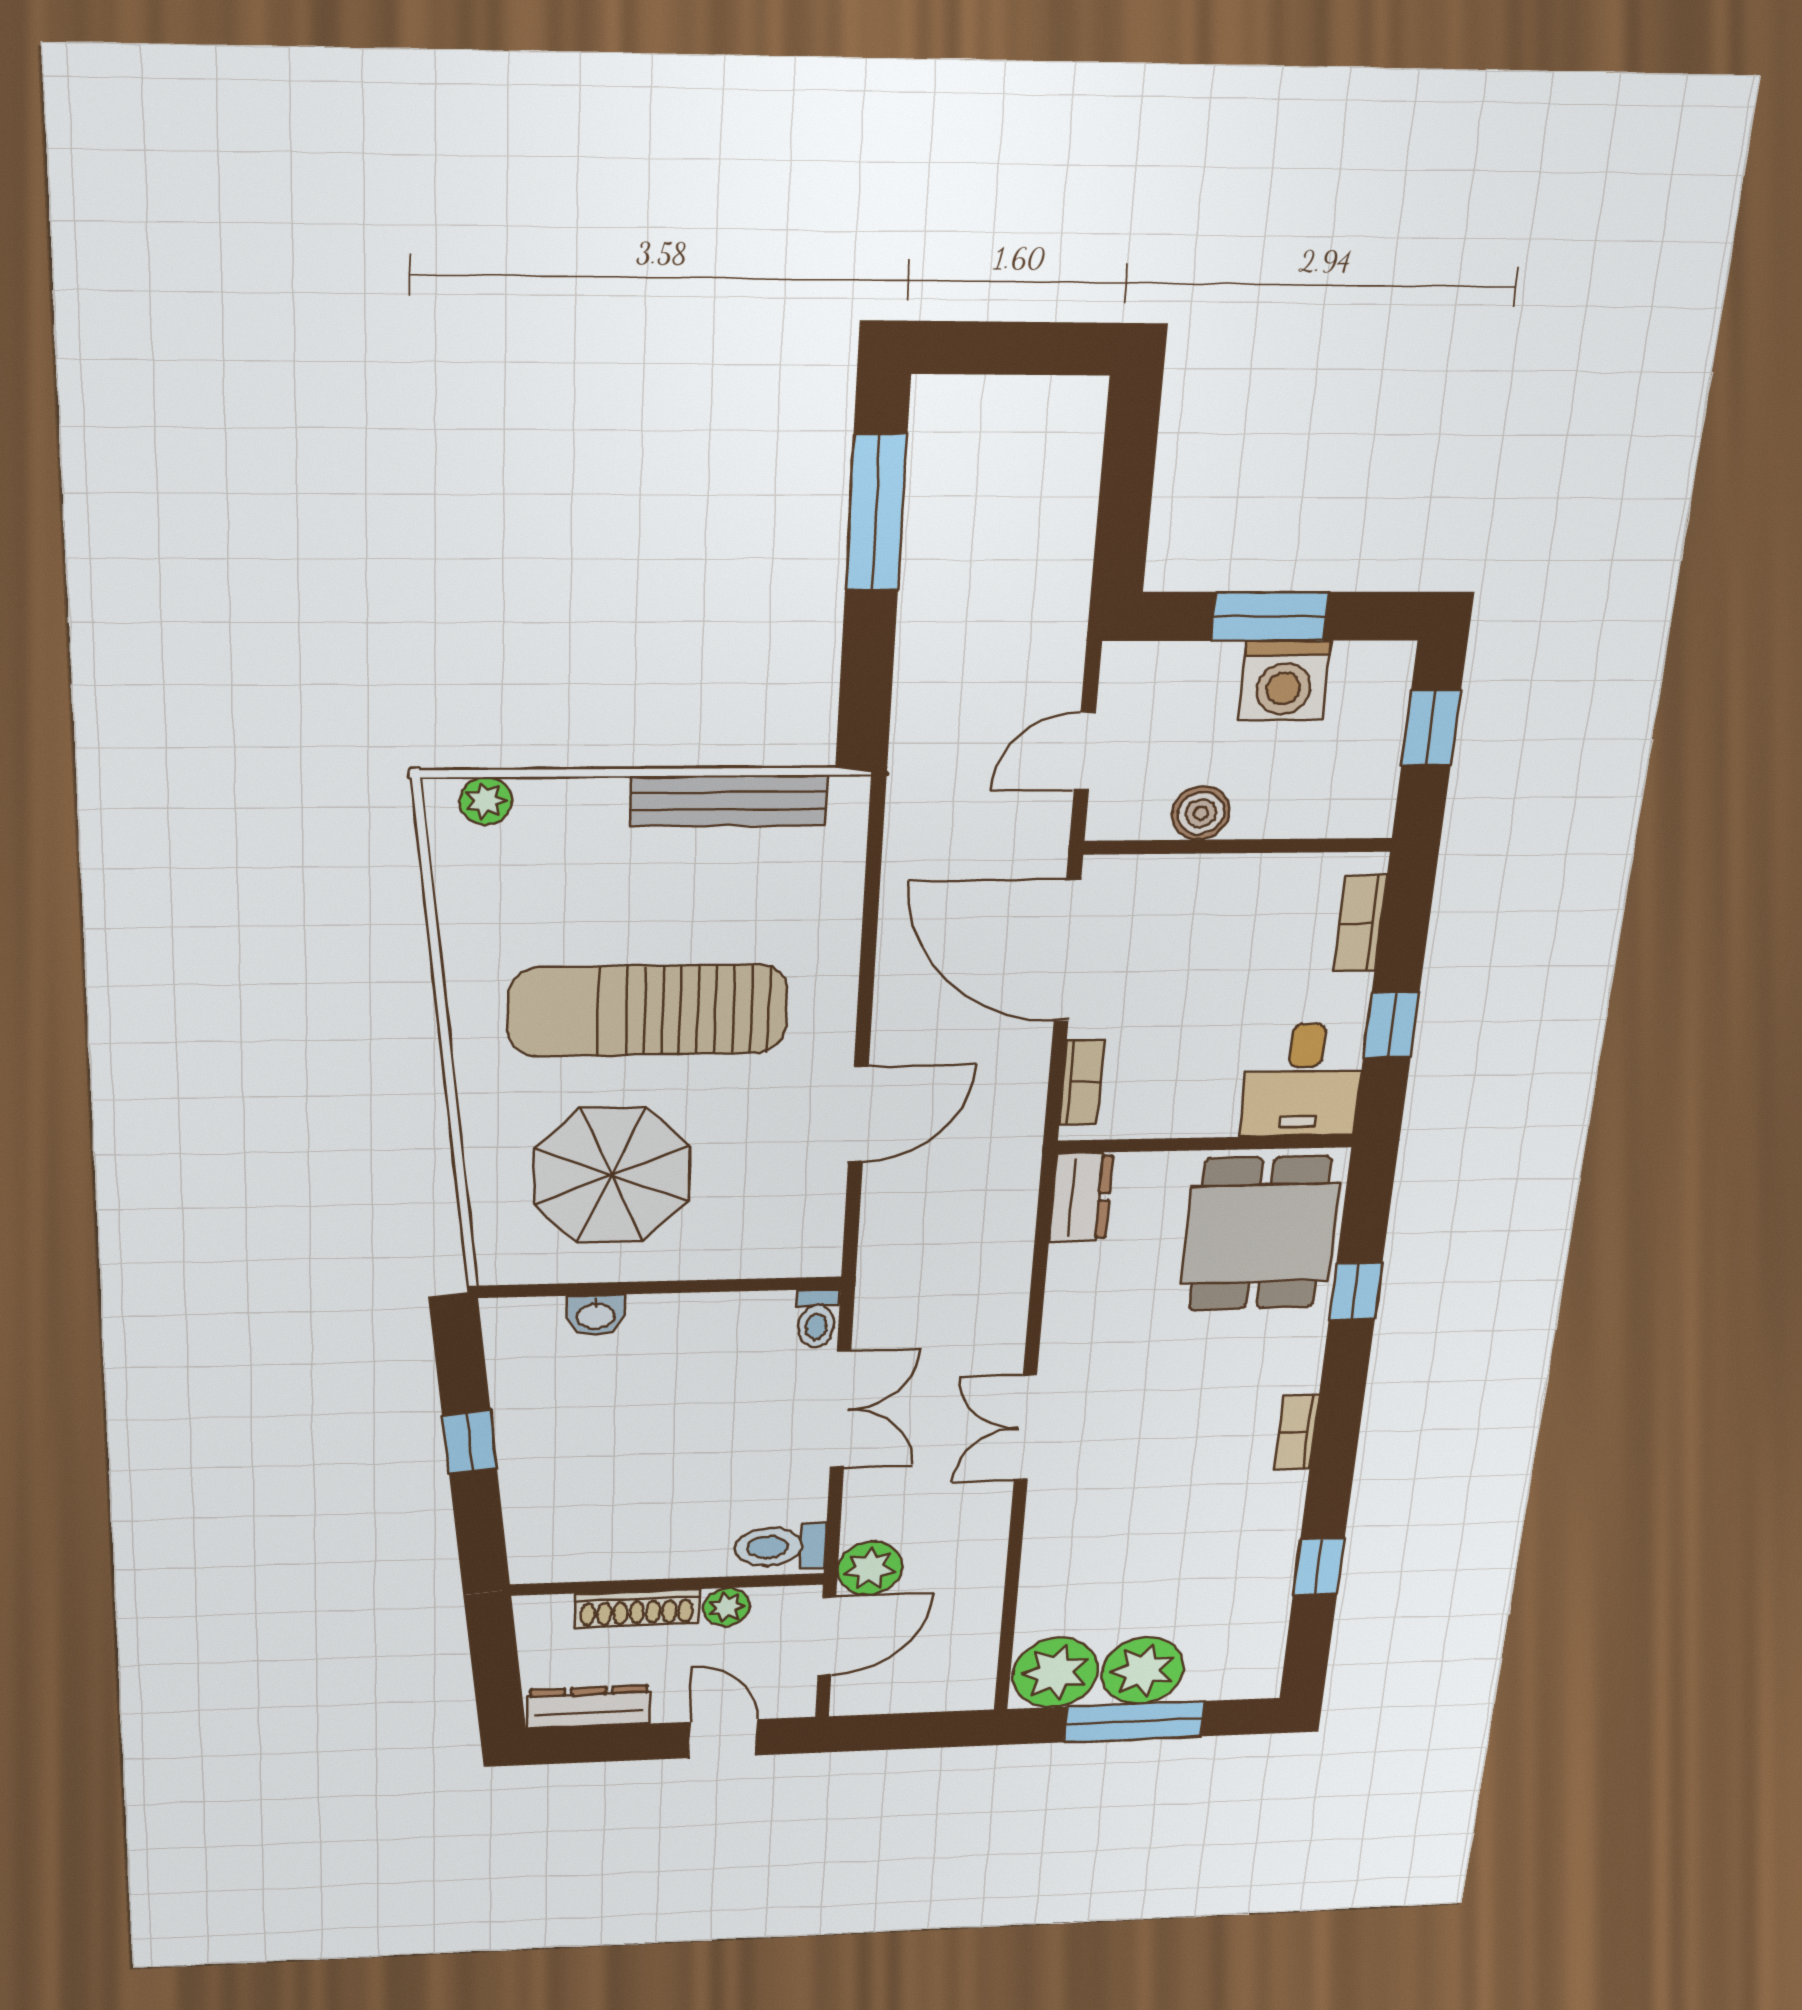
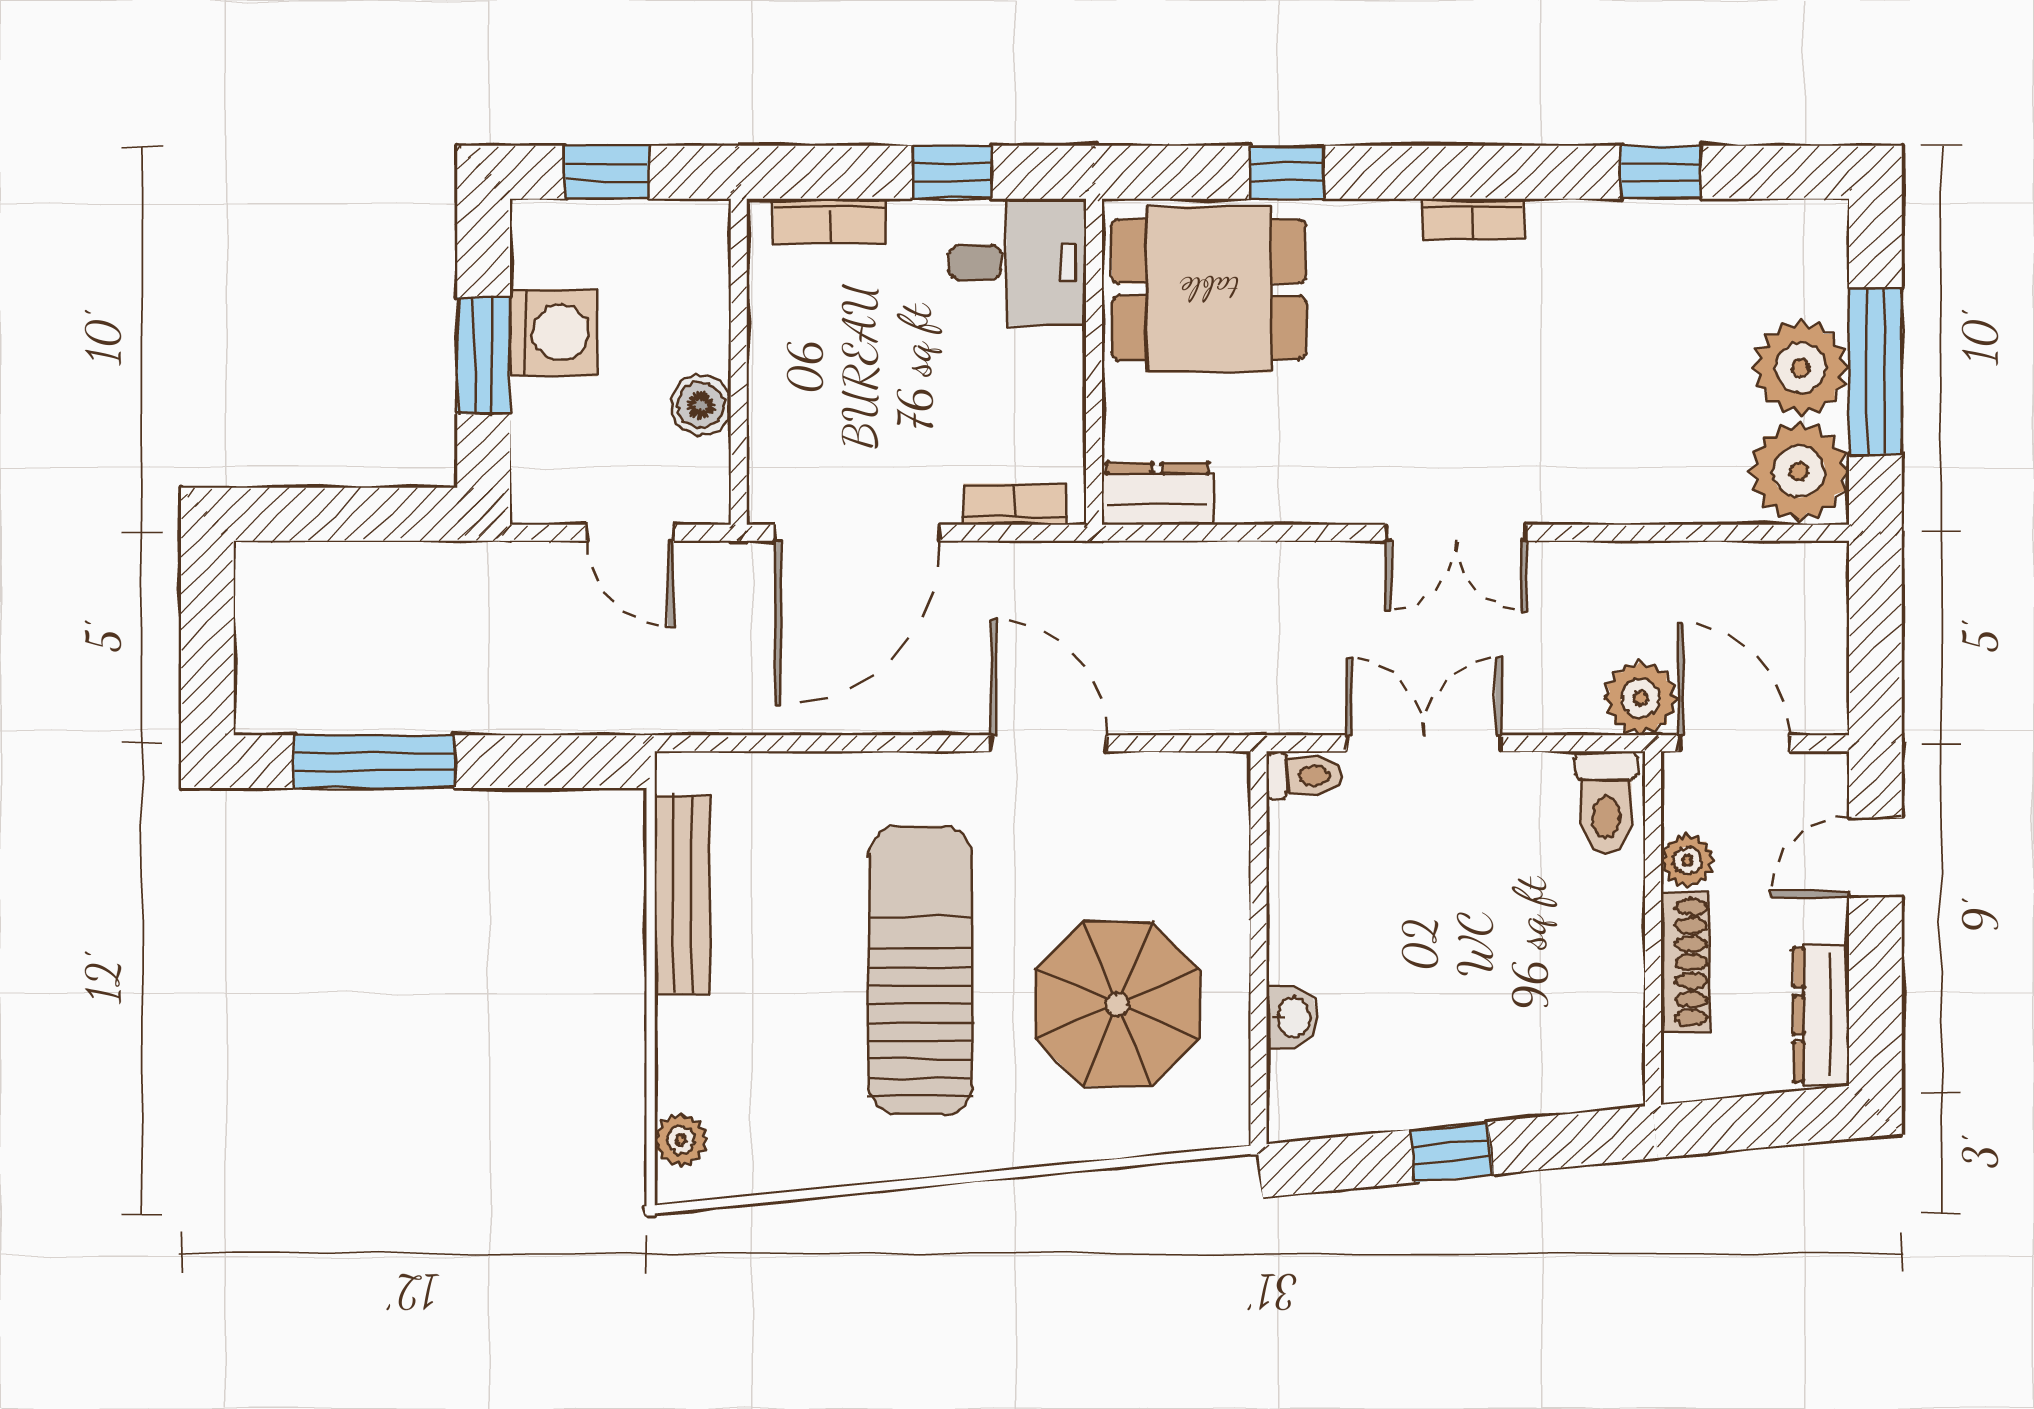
sun lounger: (648, 1010) -> (921, 970), turned 180

